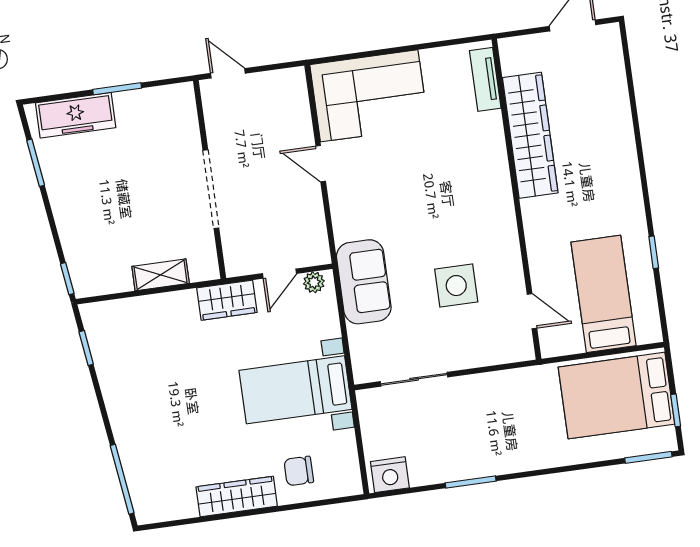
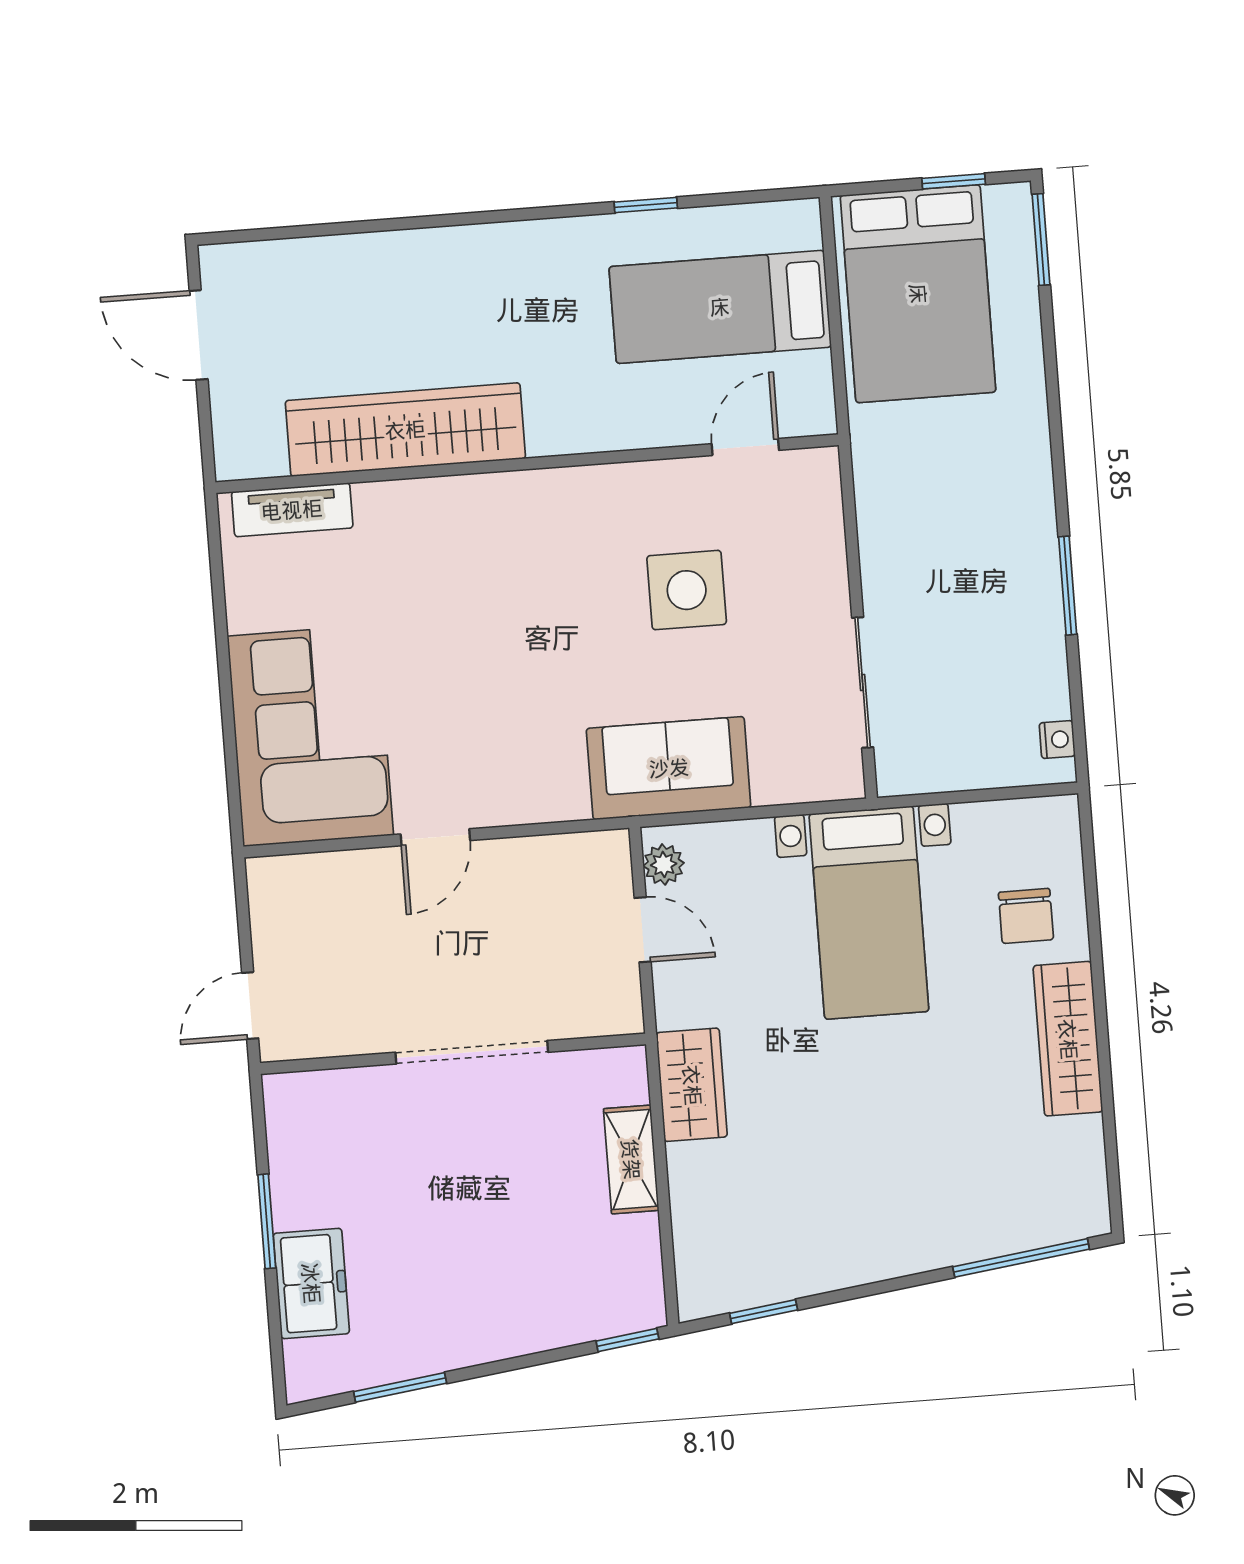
freezer: (76, 115) -> (311, 1283), width x0.71
wardrobe: (227, 300) -> (692, 1085), moved
nightstand: (390, 475) -> (1057, 739), width x0.53, depth x0.56

